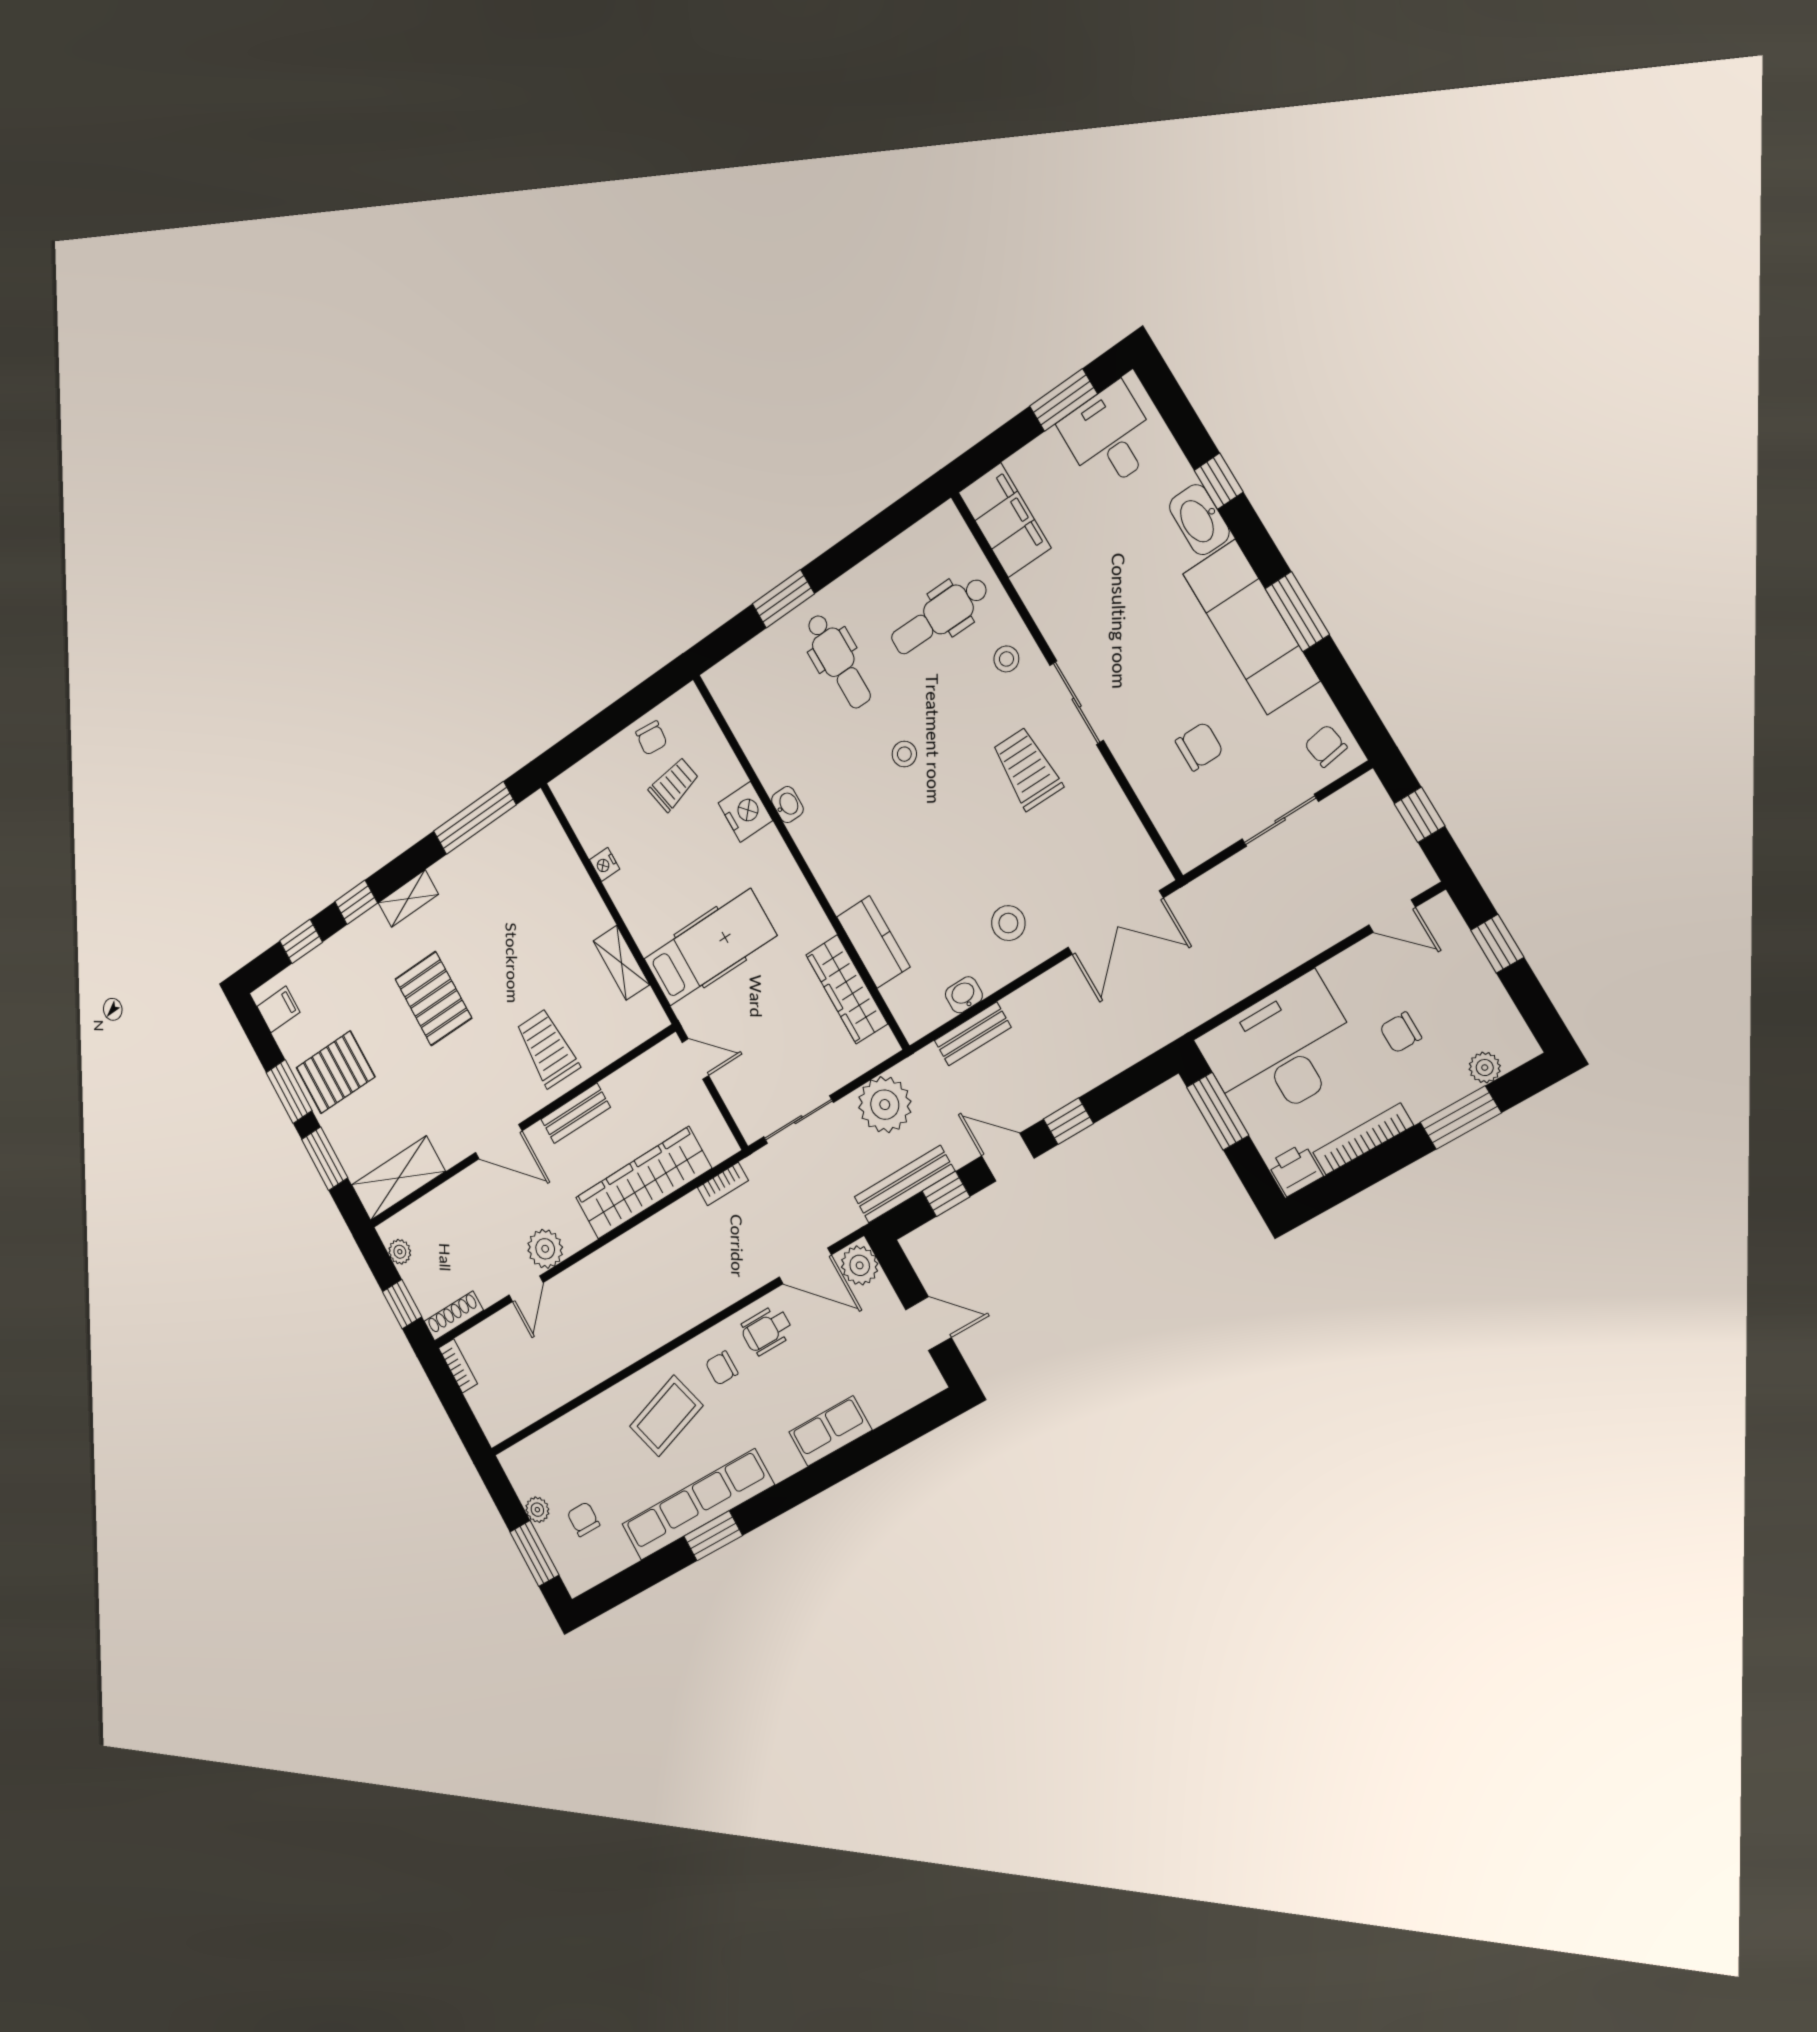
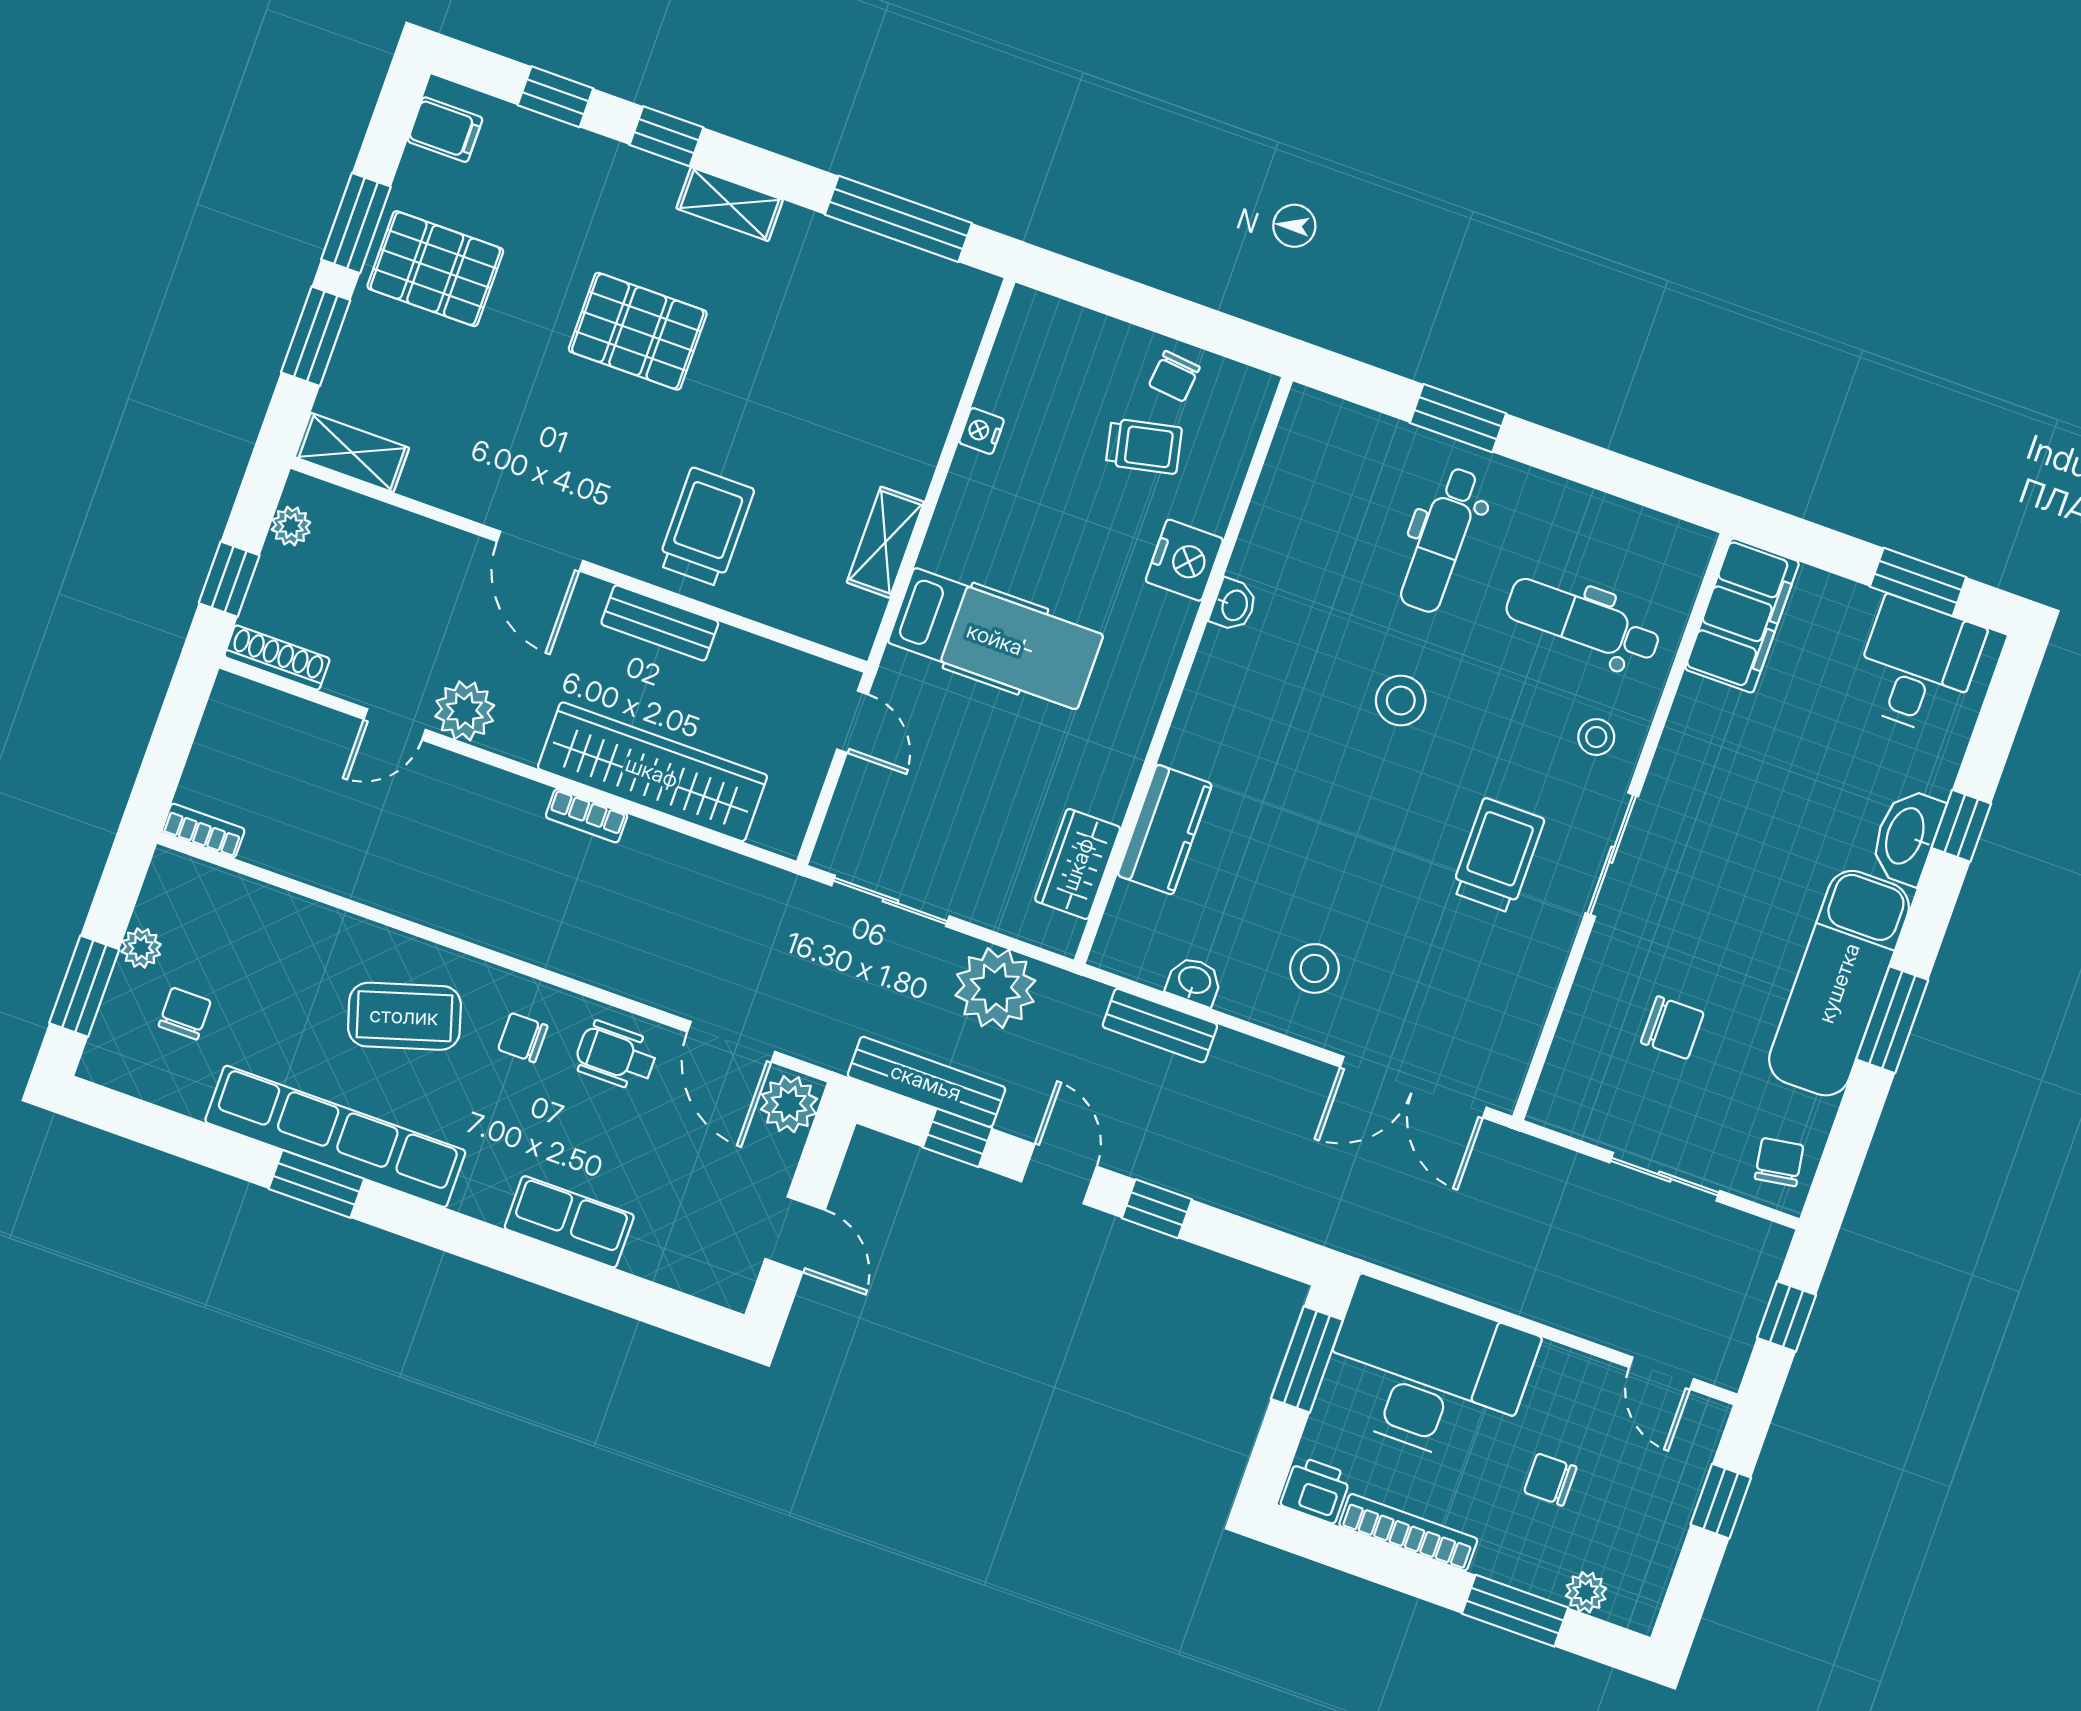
stool: (904, 754) -> (1401, 700), width x1.37, depth x1.37
wardrobe: (847, 989) -> (1078, 864), width x0.67
pallet: (433, 999) -> (638, 331), turned 90
shelving: (398, 1178) -> (352, 452), width x0.67, depth x0.75
bookcase: (723, 1184) -> (587, 816), moved
bookcase: (458, 1366) -> (203, 831), moved, turned -90

